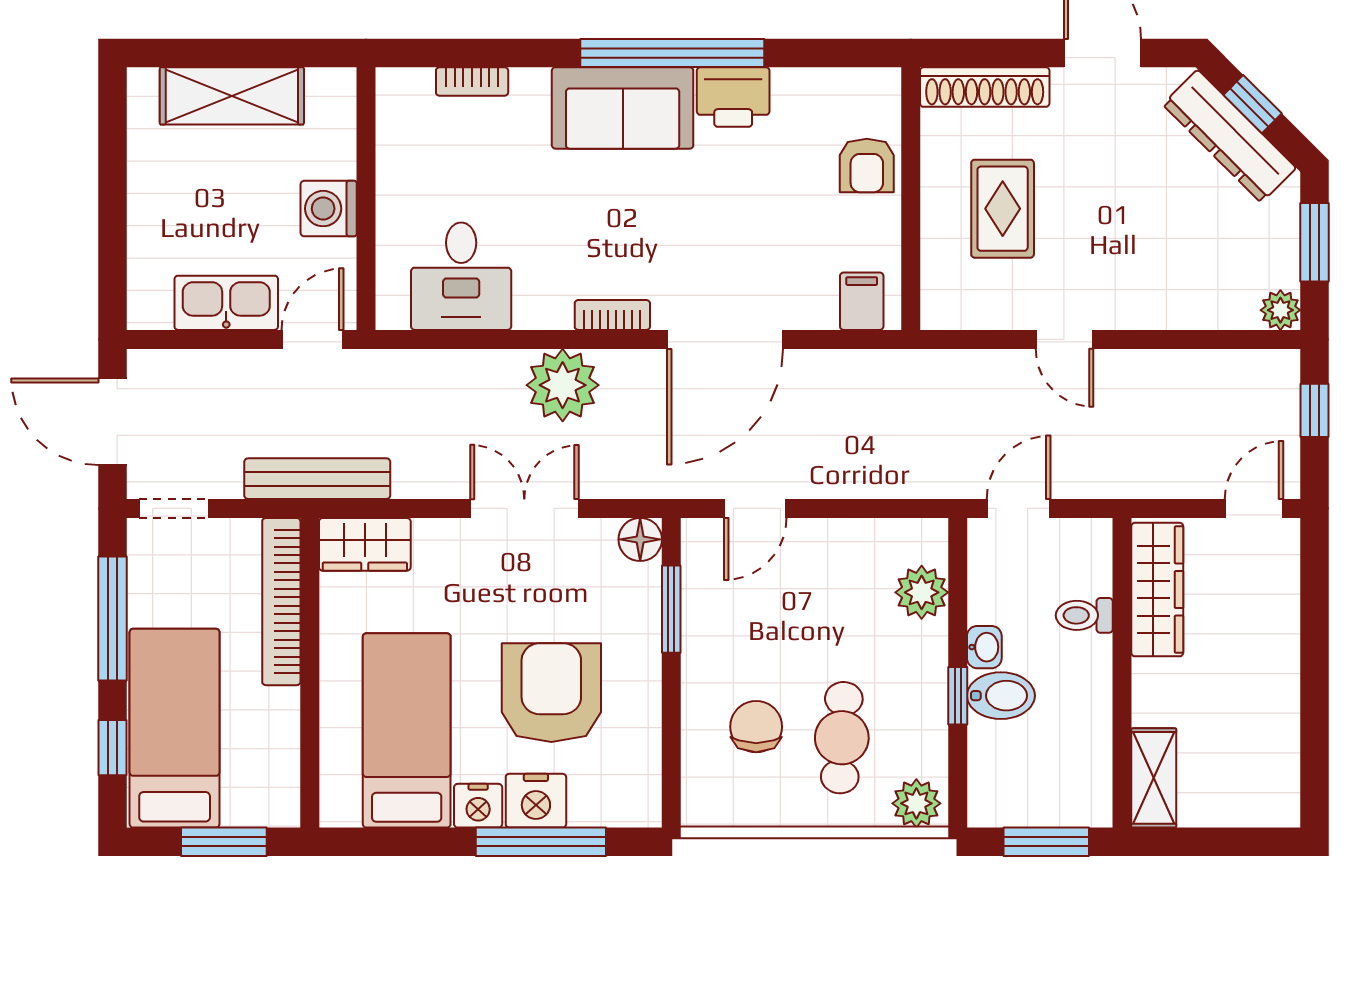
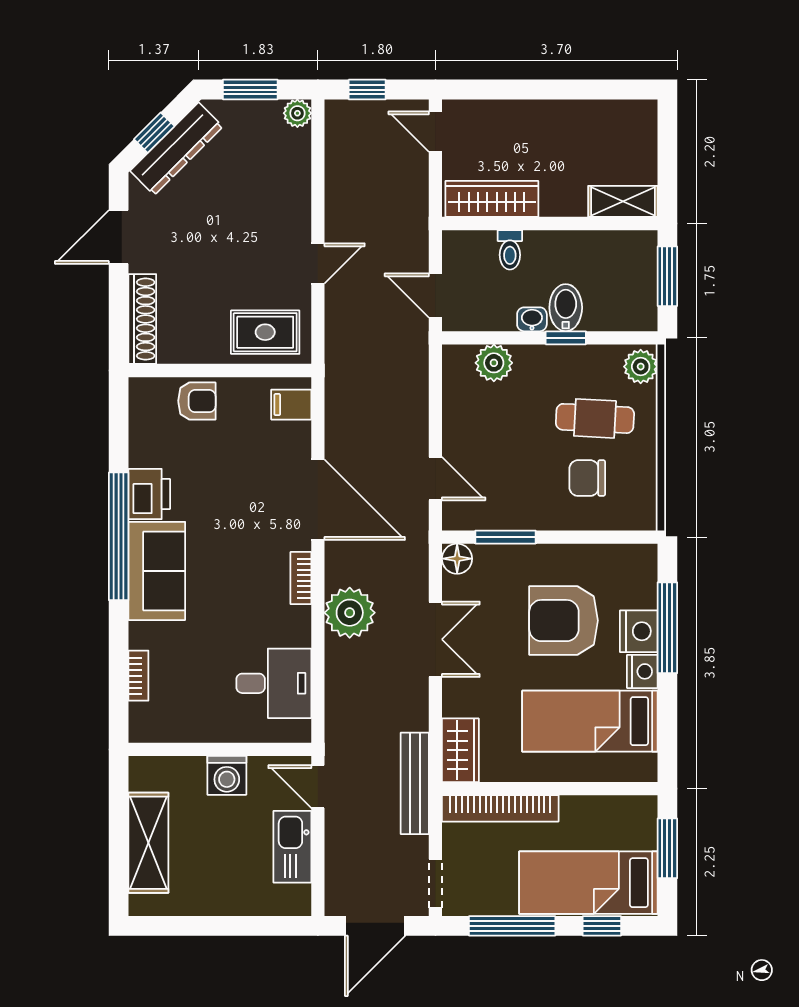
rug: (1003, 209) -> (265, 332), moved
double door: (524, 508) -> (435, 639), swing flipped

